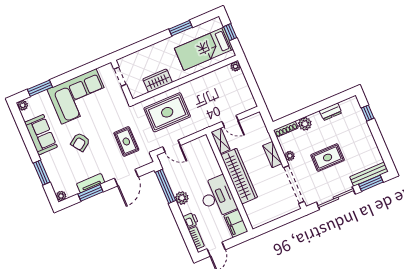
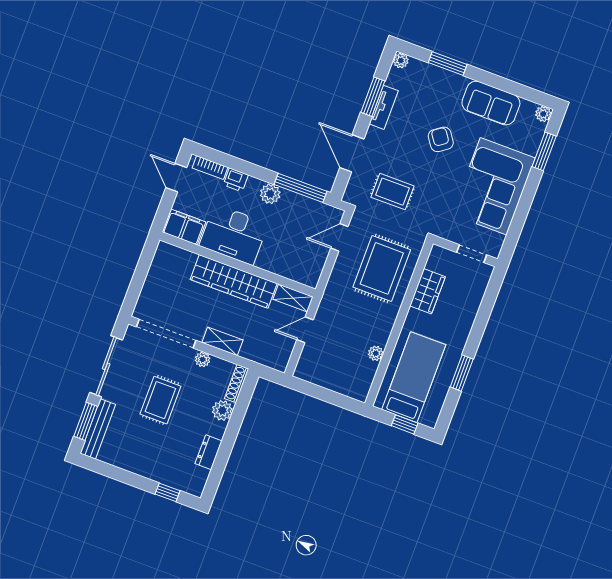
plant: (235, 66) -> (376, 353), moved

